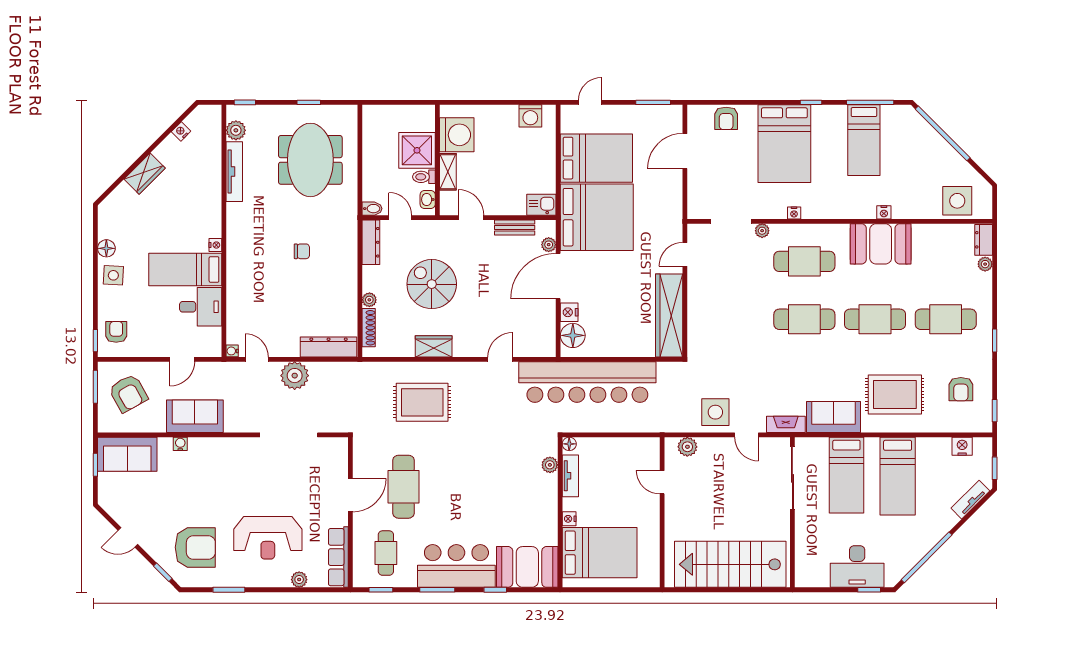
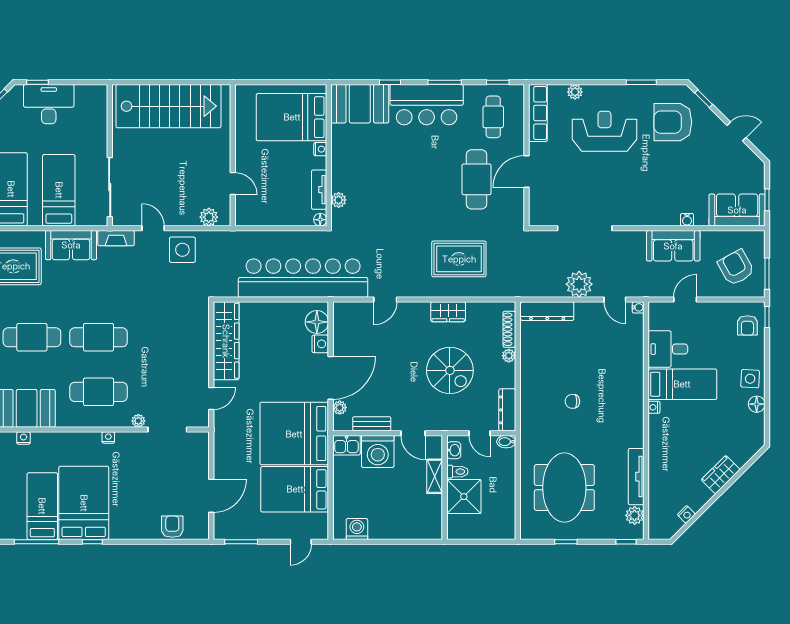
washing machine: (457, 135) -> (378, 451), moved, turned -90
bed: (784, 144) -> (84, 503), moved

